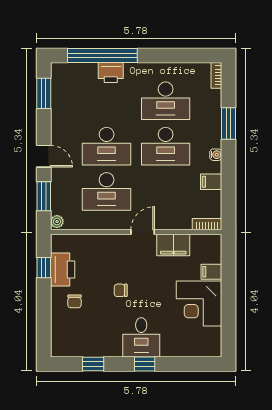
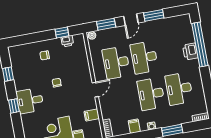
window: (44, 93) -> (154, 15), moved
door: (143, 232) -> (95, 90), hinge flipped
filing cabinet: (173, 245) -> (92, 115), width x0.50
printer: (63, 269) -> (67, 41), width x0.53, depth x0.68

